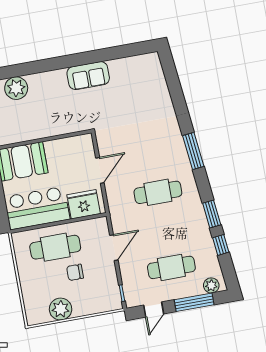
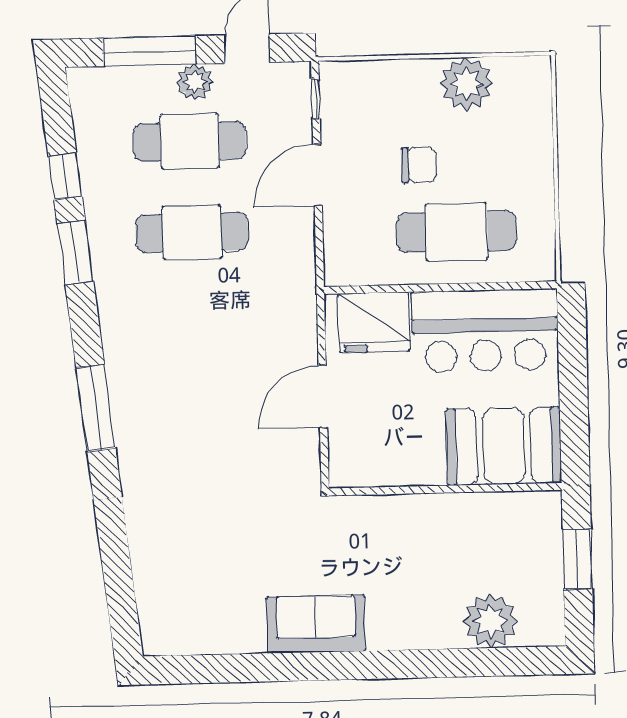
cafe table: (158, 192) -> (192, 232), moved
door: (114, 248) -> (318, 175), moved
plant: (211, 285) -> (195, 82), moved

